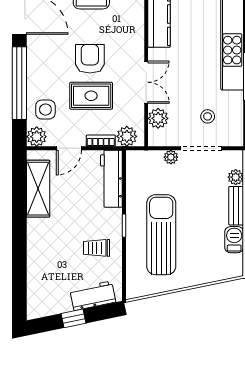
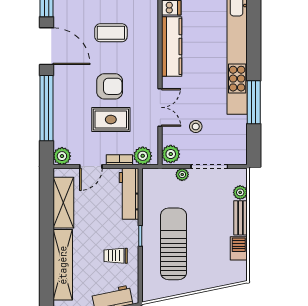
armchair: (90, 59) -> (110, 86), turned 90
side table: (45, 110) -> (70, 132), removed
stool: (208, 116) -> (196, 127), moved
plant: (158, 118) -> (171, 154), moved
shelving: (37, 258) -> (63, 265), added

